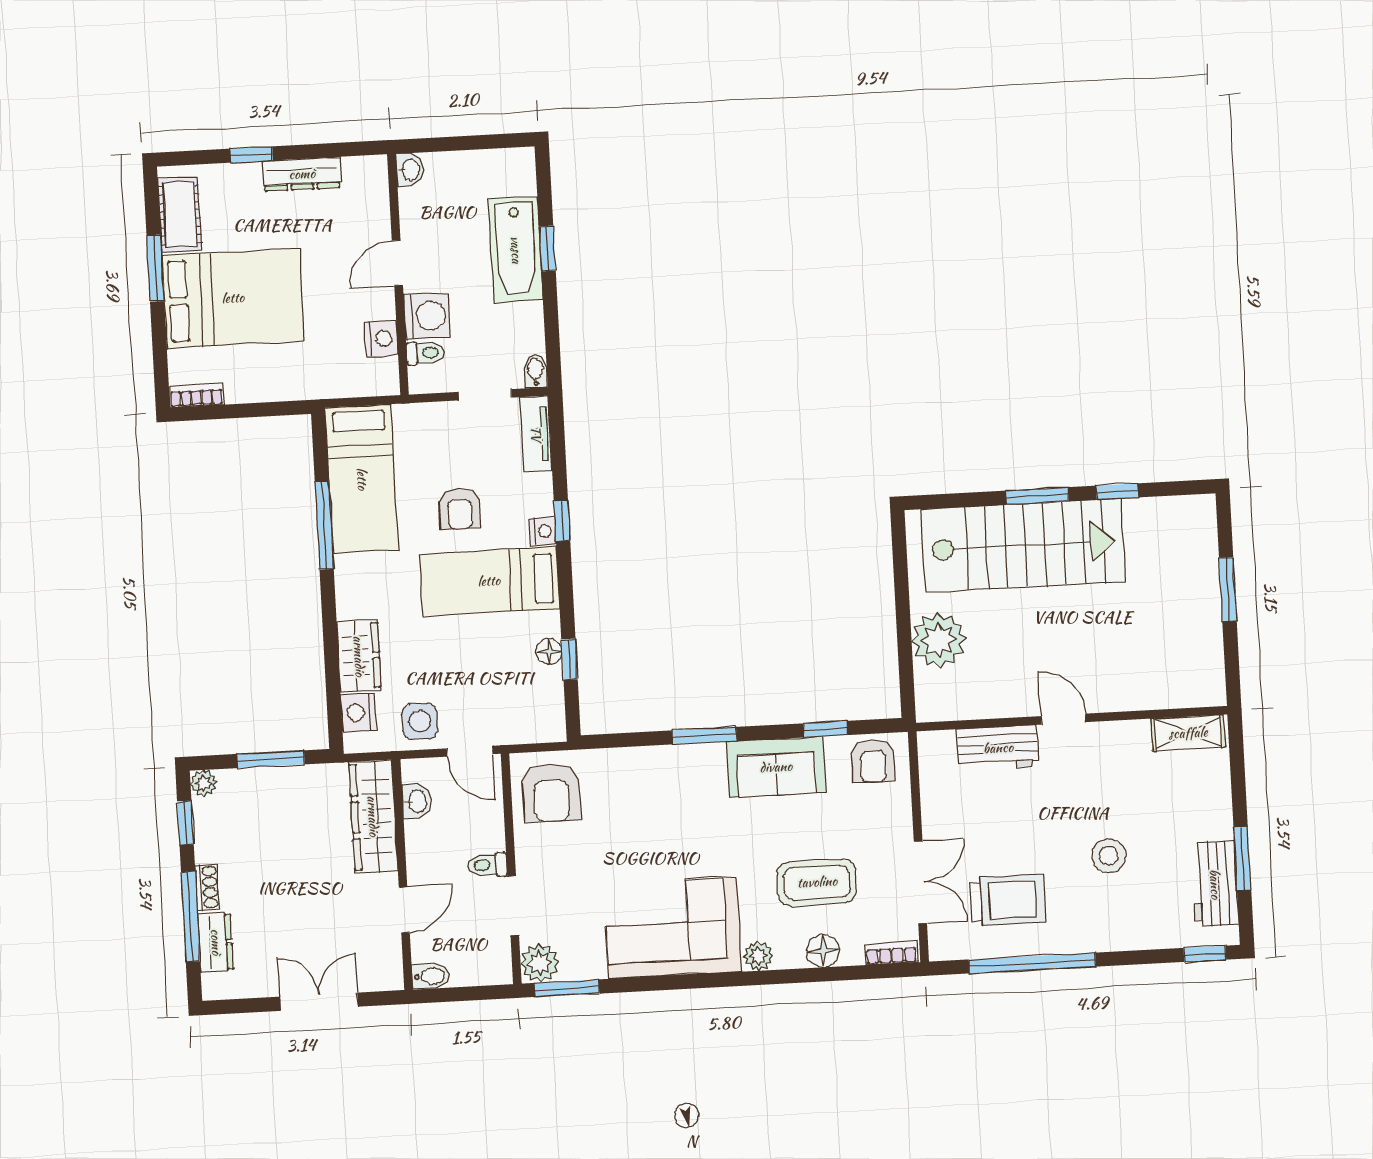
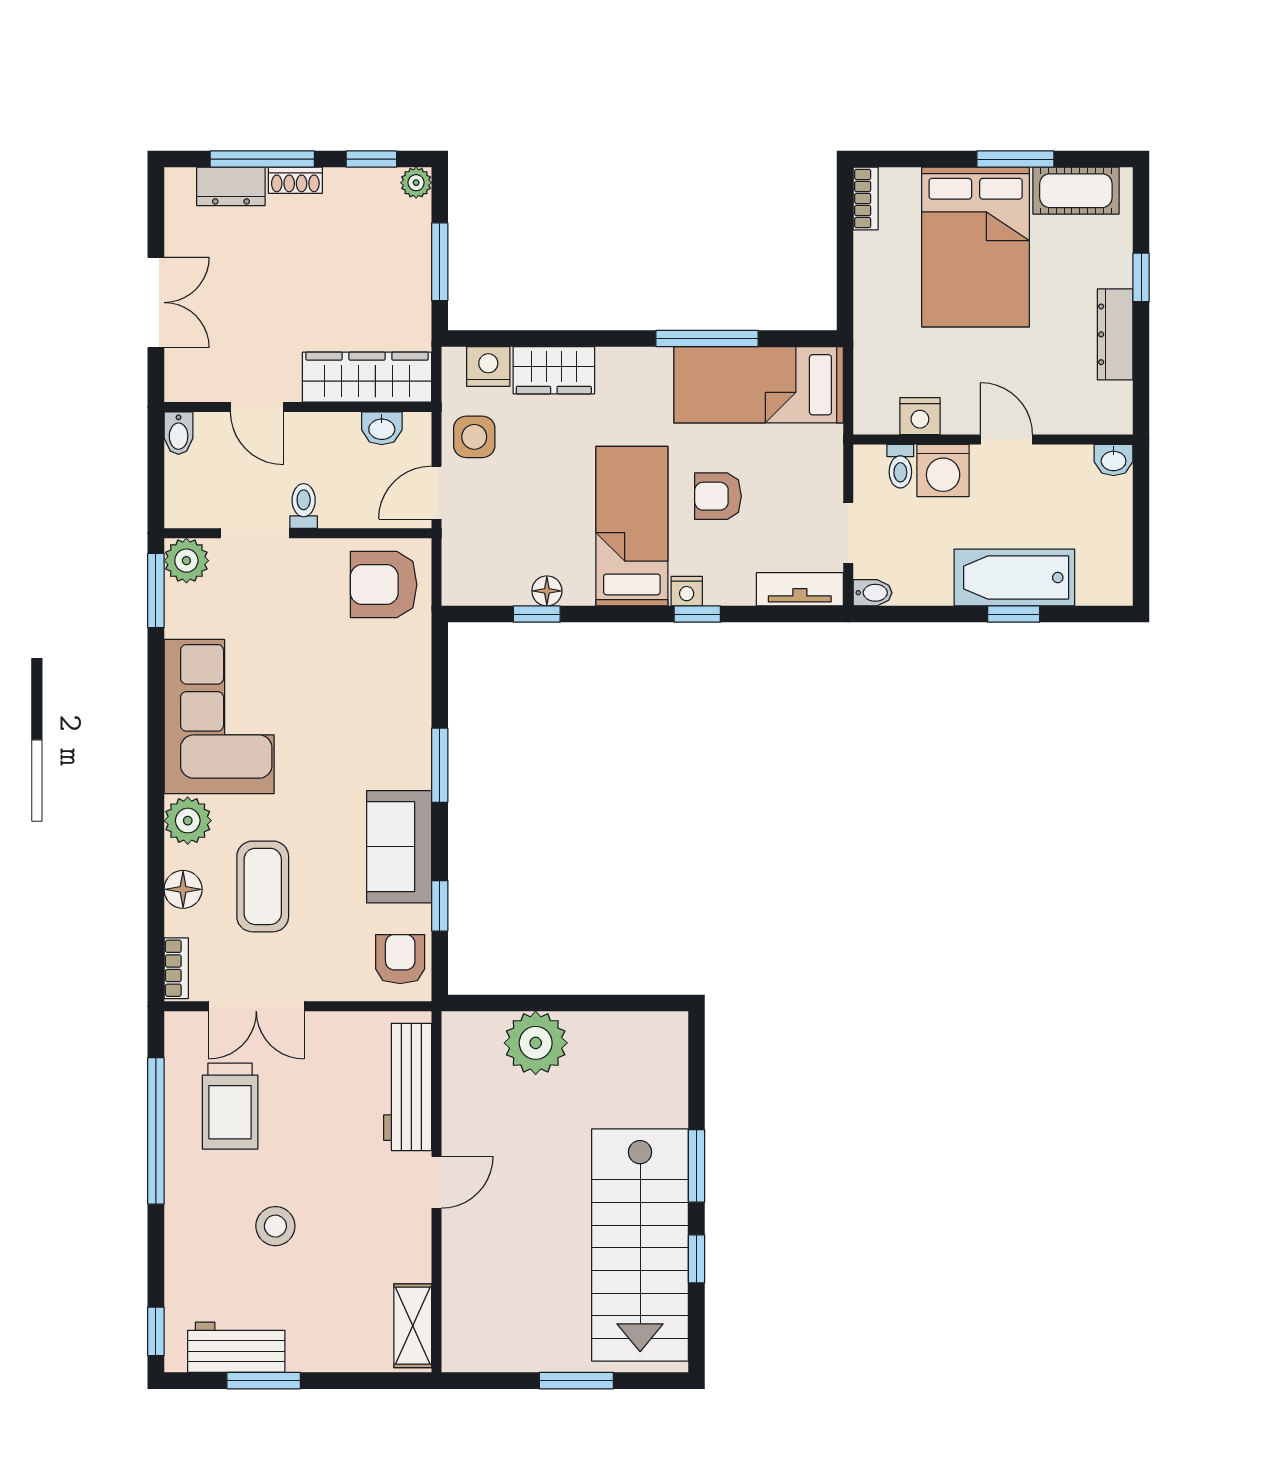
stairs: (1023, 545) -> (640, 1245), moved
workbench: (998, 748) -> (408, 1087), width x1.38
armchair: (873, 761) -> (400, 959), turned 90
plant: (758, 956) -> (188, 821), width x1.38, depth x1.38

